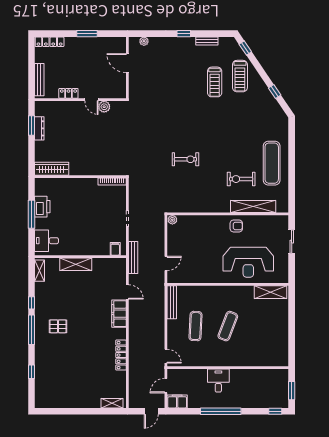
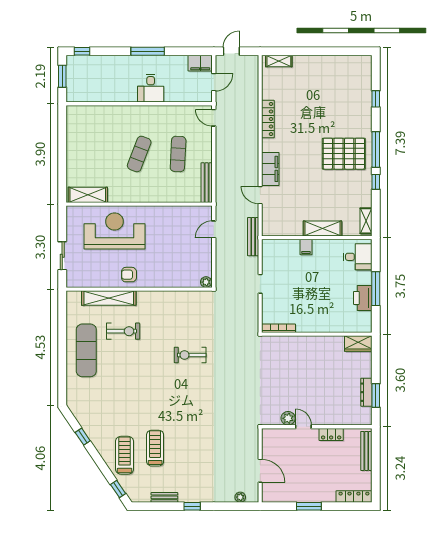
wardrobe: (52, 169) -> (358, 344), width x0.67
filing cabinet: (115, 249) -> (306, 247), moved
pallet: (58, 326) -> (344, 154), width x2.05, depth x2.00
window: (221, 411) -> (148, 51), width x0.68

